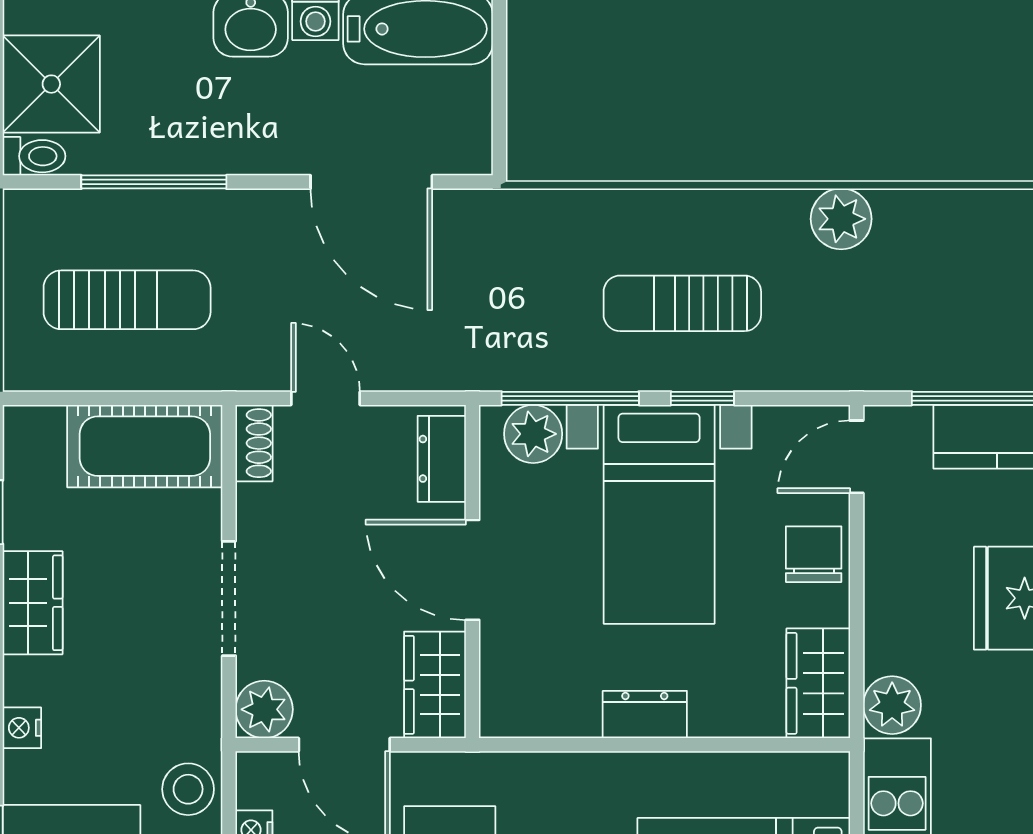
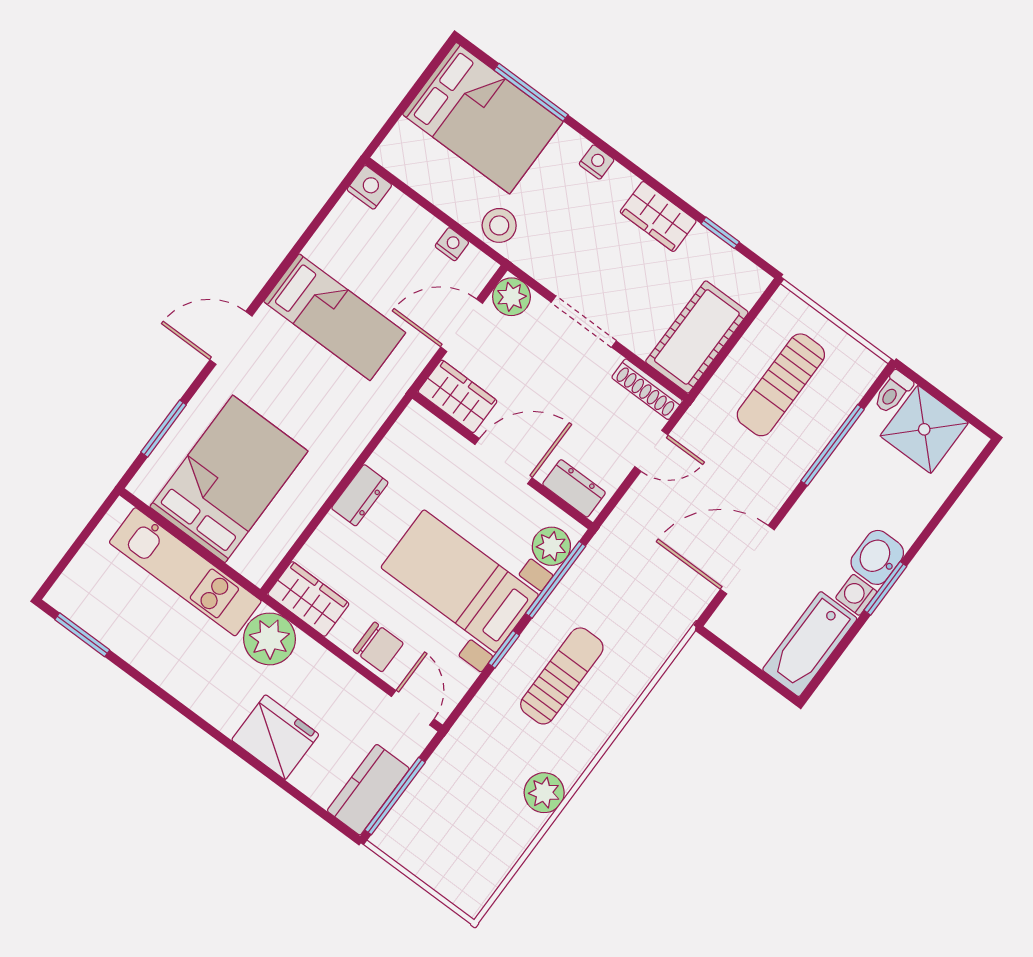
shoe rack: (254, 443) -> (647, 389), width x1.43
plant: (892, 705) -> (270, 639), width x1.36, depth x1.36

